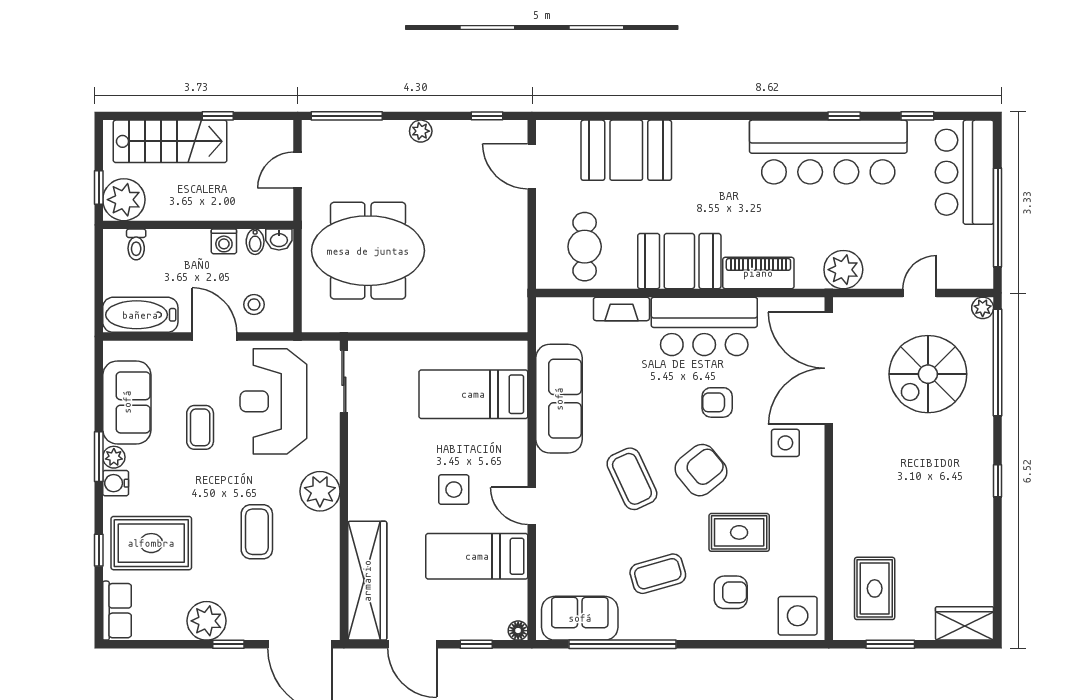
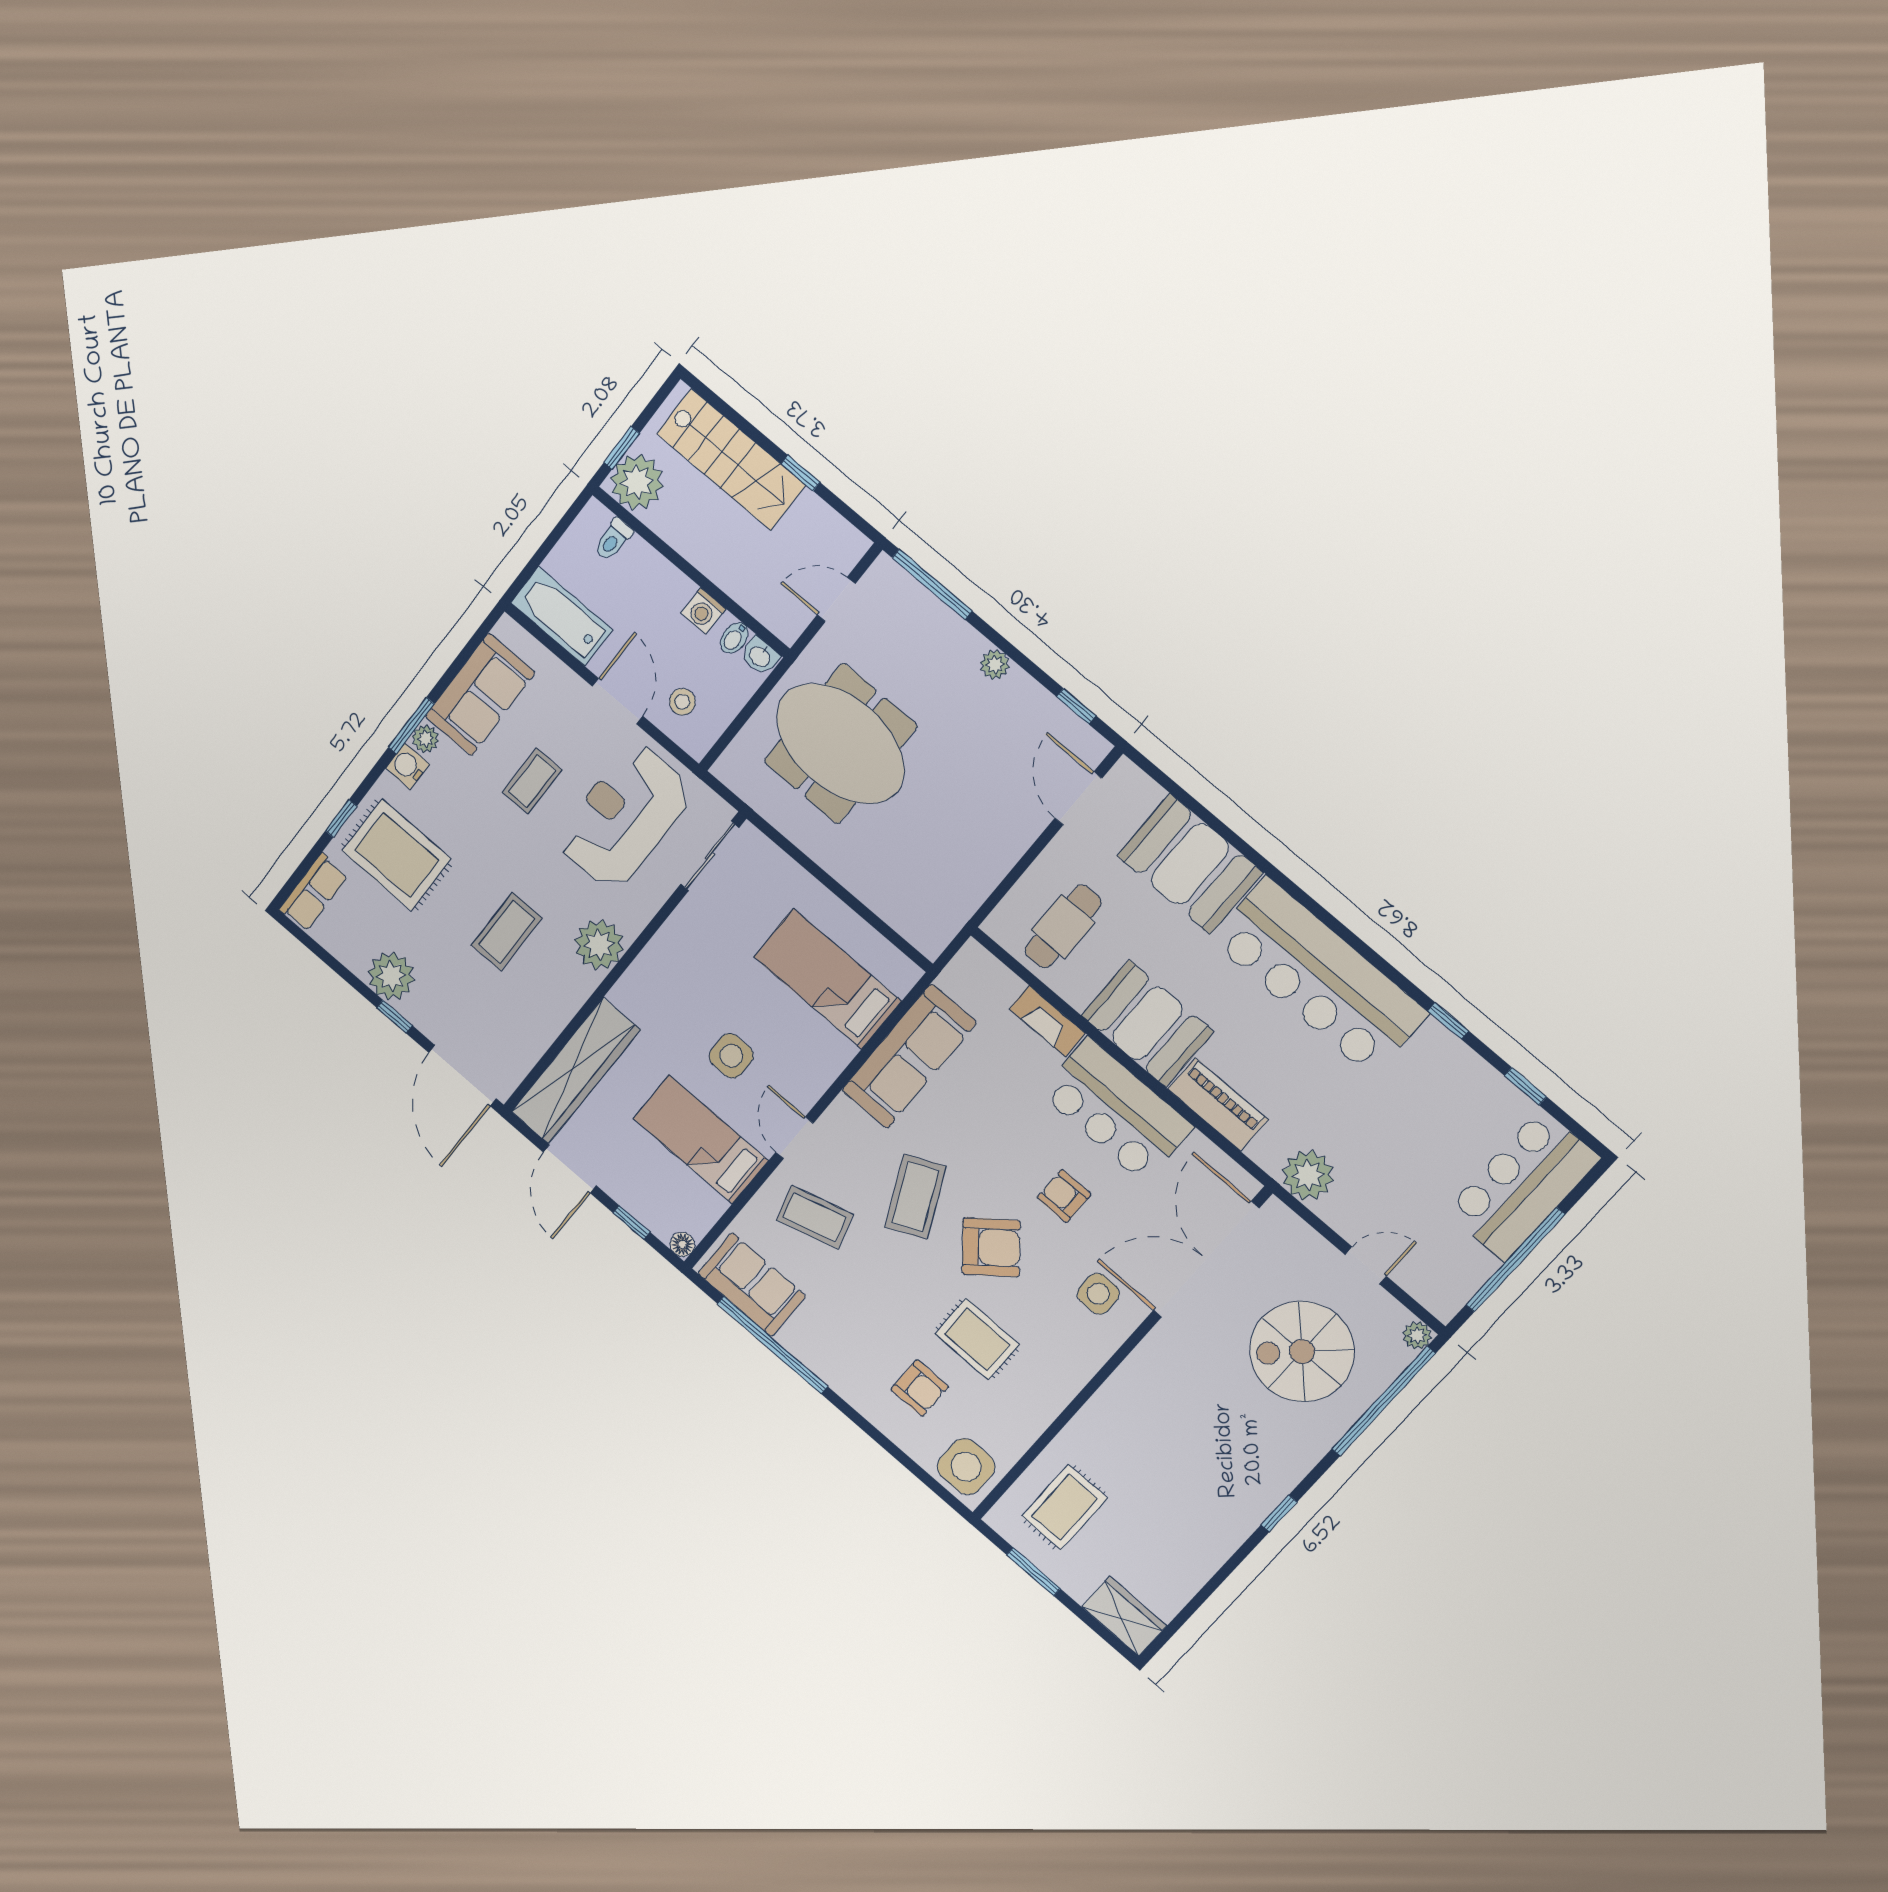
bar counter: (828, 152) -> (1319, 977), moved
coffee table: (658, 574) -> (815, 1217), moved

